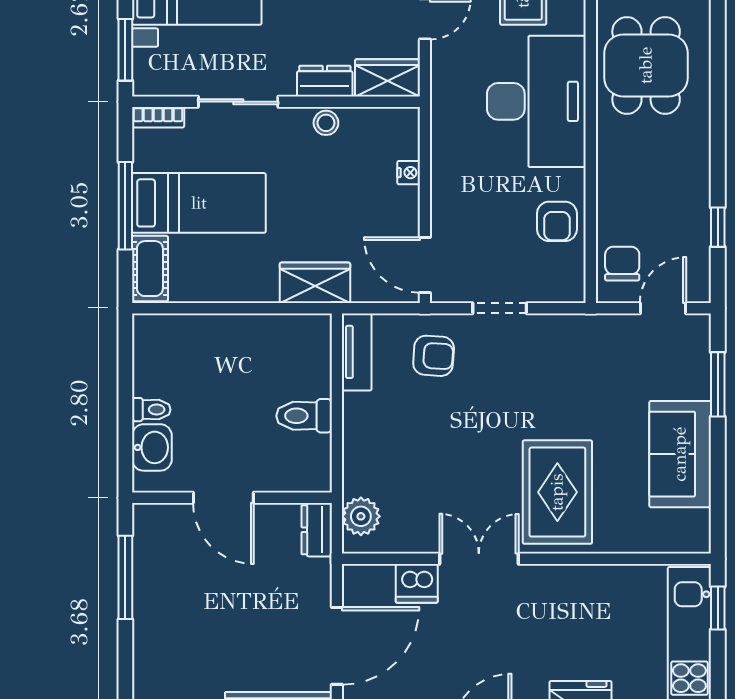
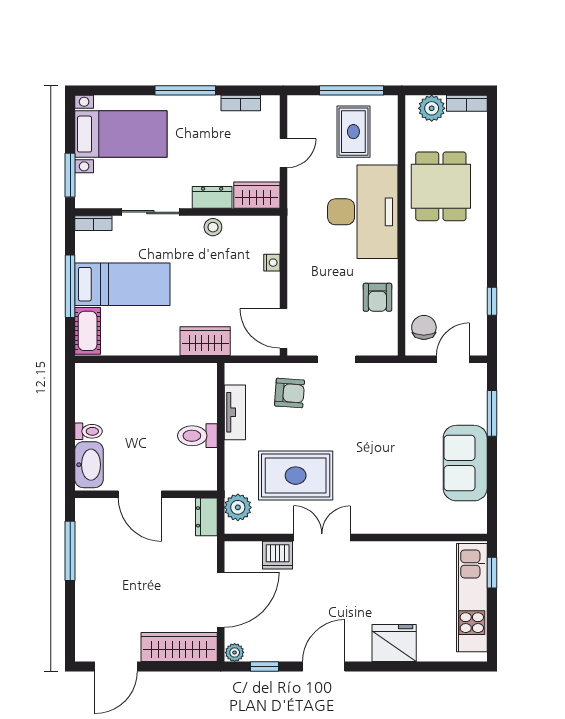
tv unit: (357, 352) -> (235, 412), moved
washbasin: (152, 447) -> (89, 465), width x1.38
rug: (557, 492) -> (296, 476), moved, turned 90

